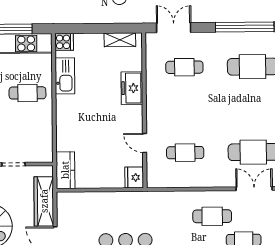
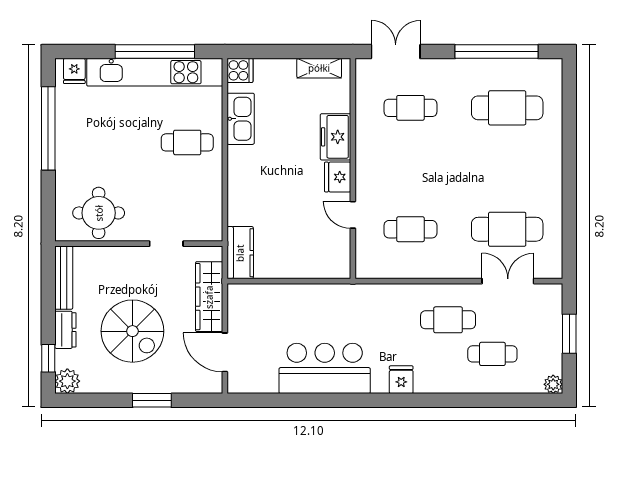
fridge: (134, 177) -> (338, 177), moved

